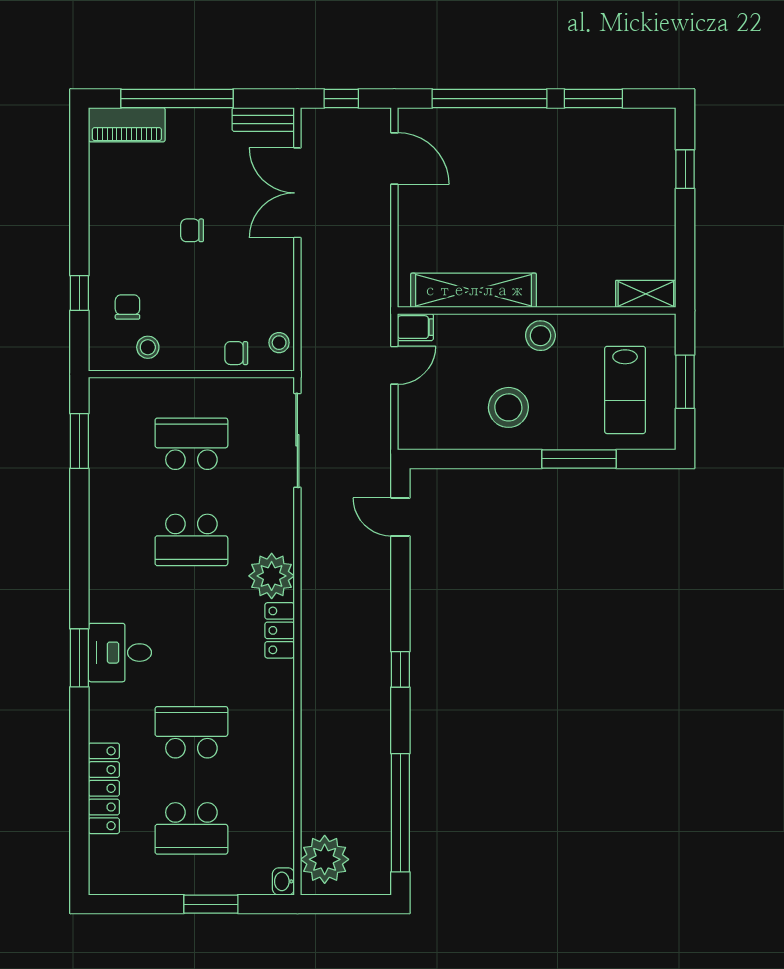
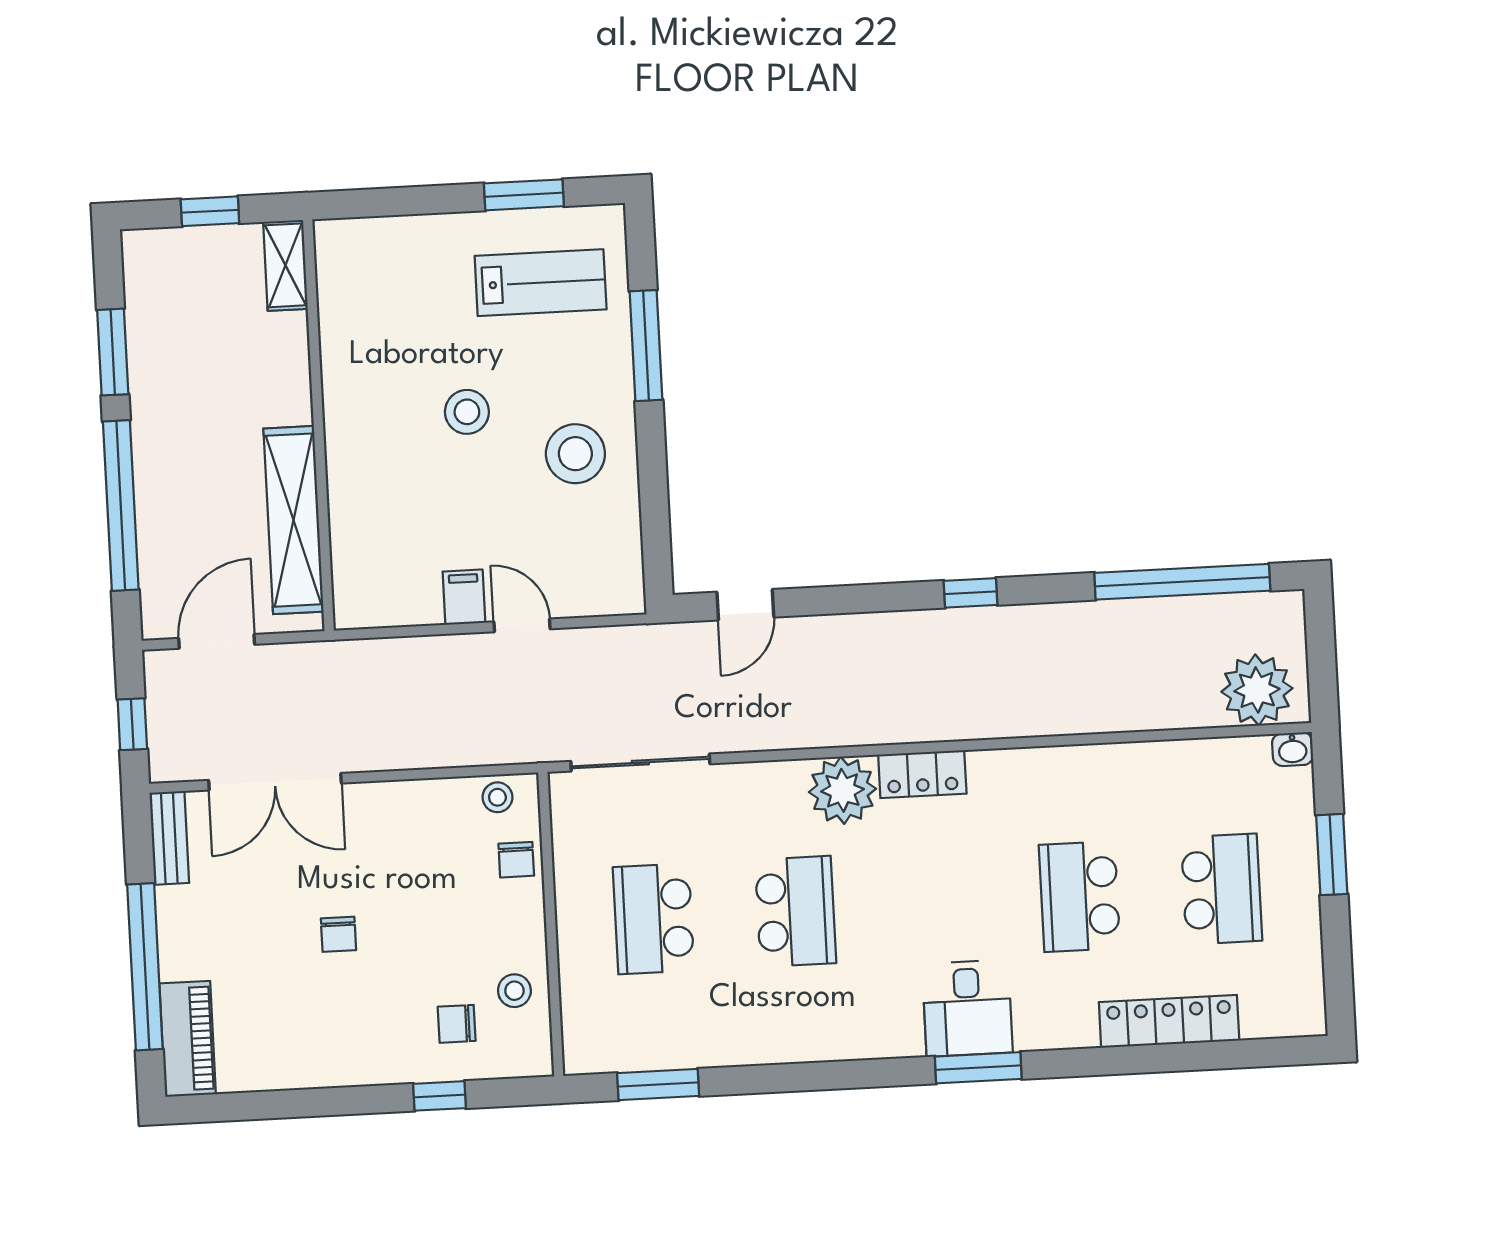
shelving: (474, 290) -> (293, 520), moved
shelving: (646, 294) -> (285, 265), moved
wall: (537, 311) -> (318, 425), moved

